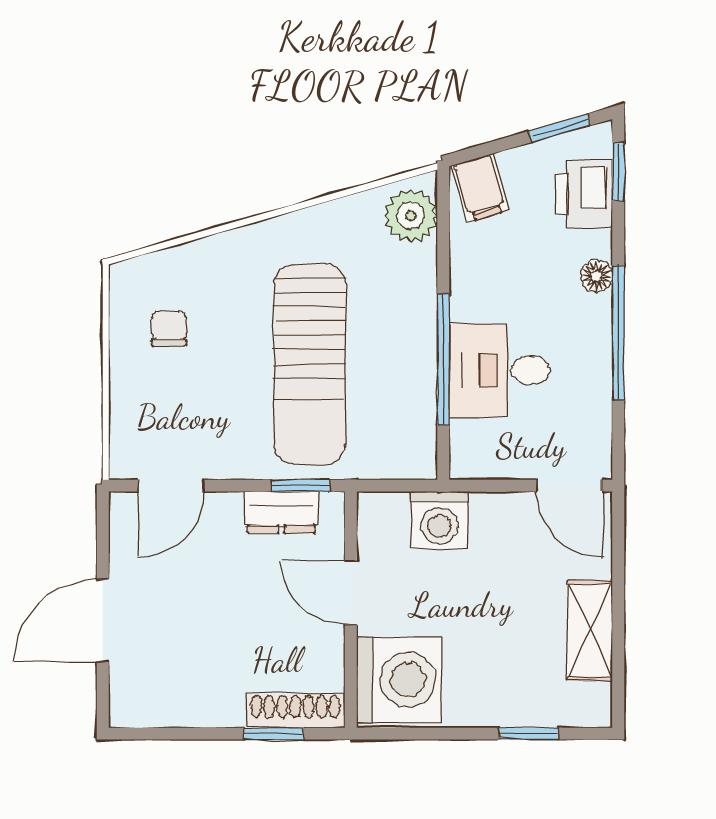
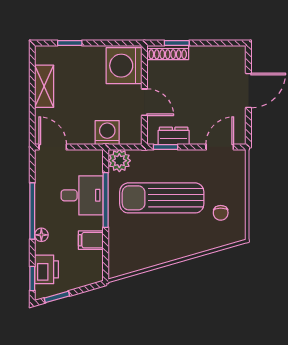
filing cabinet: (480, 188) -> (91, 240), moved, turned -74
plant: (411, 215) -> (119, 161), moved
sun lounger: (310, 364) -> (162, 198), turned -90

